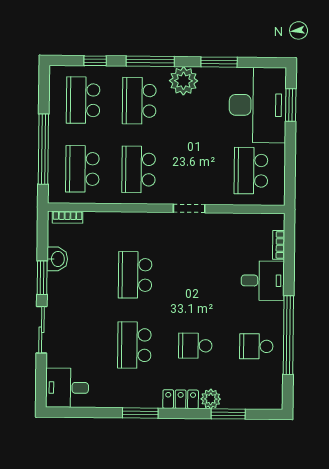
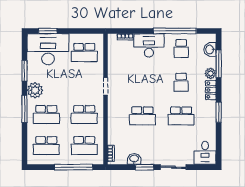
window: (95, 61) -> (25, 139), removed
desk: (263, 281) -> (149, 45), width x1.37
washbasin: (254, 399) -> (210, 49), added
window: (228, 414) -> (219, 64), width x1.44

